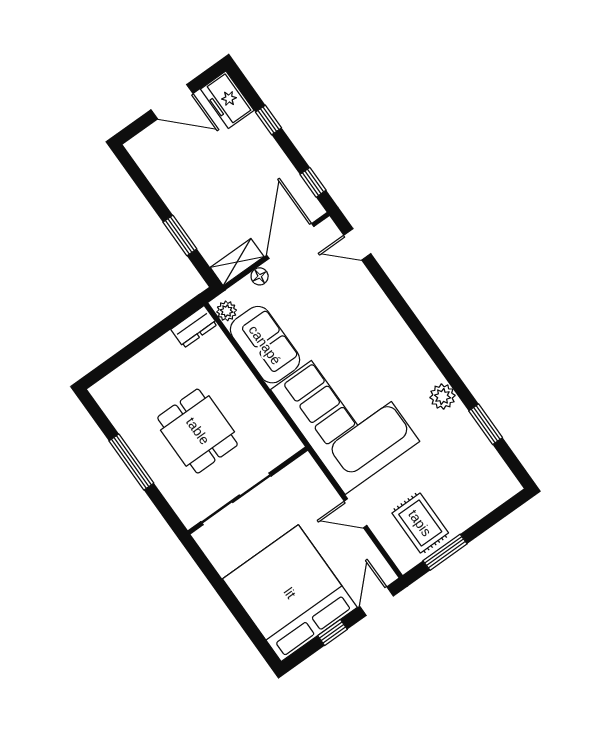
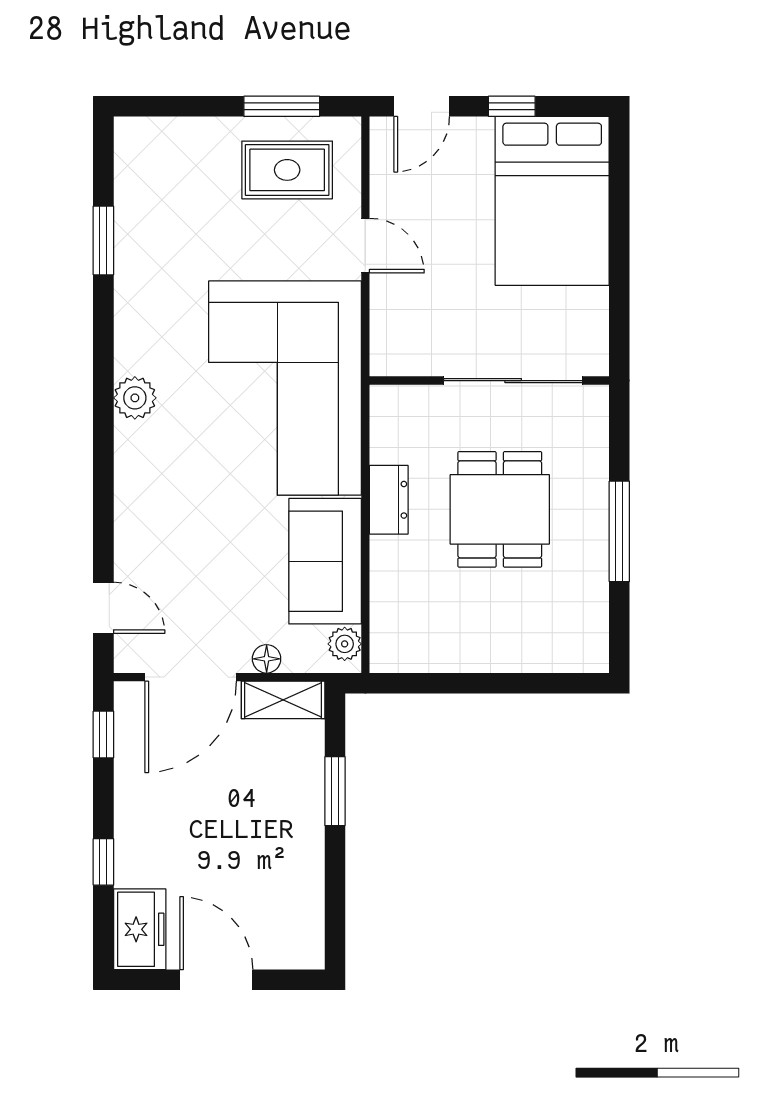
dresser: (194, 327) -> (389, 500), moved, turned 90
plant: (442, 397) -> (135, 398), moved
rug: (420, 523) -> (287, 170), turned 90
bed: (290, 593) -> (552, 201), width x0.73

